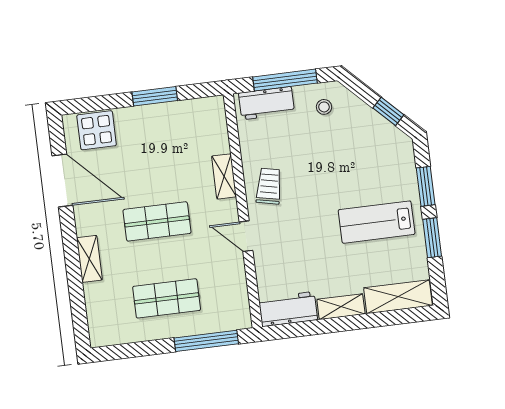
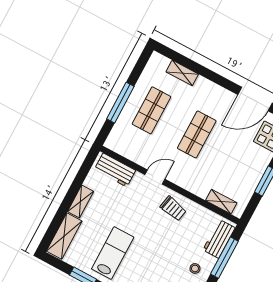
shelving: (224, 176) -> (221, 202), moved
shelving: (89, 259) -> (182, 73), moved
workbench: (288, 309) -> (115, 170), moved, turned 90
window: (206, 341) -> (120, 103), moved

